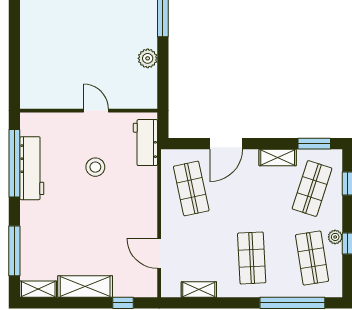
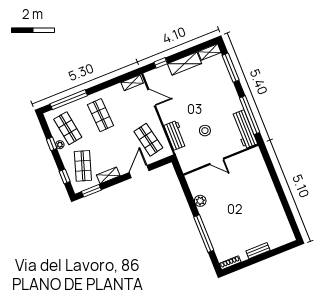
workbench: (145, 143) -> (175, 135), moved
workbench: (32, 168) -> (244, 129), moved
shelving: (199, 290) -> (132, 83), moved

